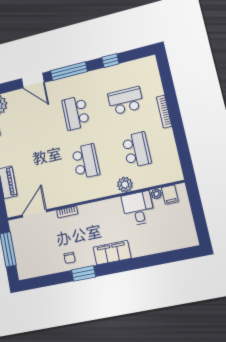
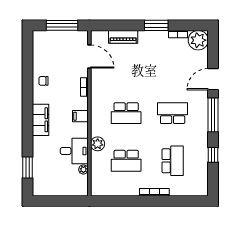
filing cabinet: (170, 195) -> (80, 116), moved
window: (84, 273) -> (28, 168), moved

